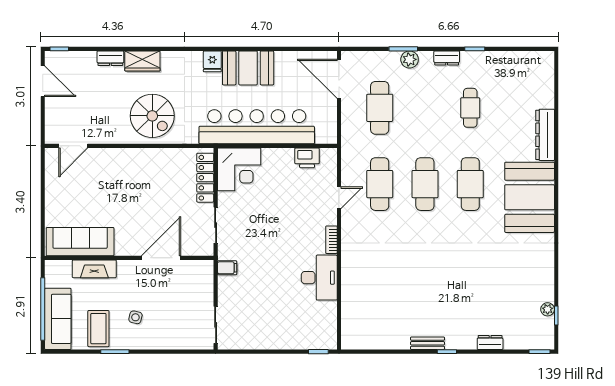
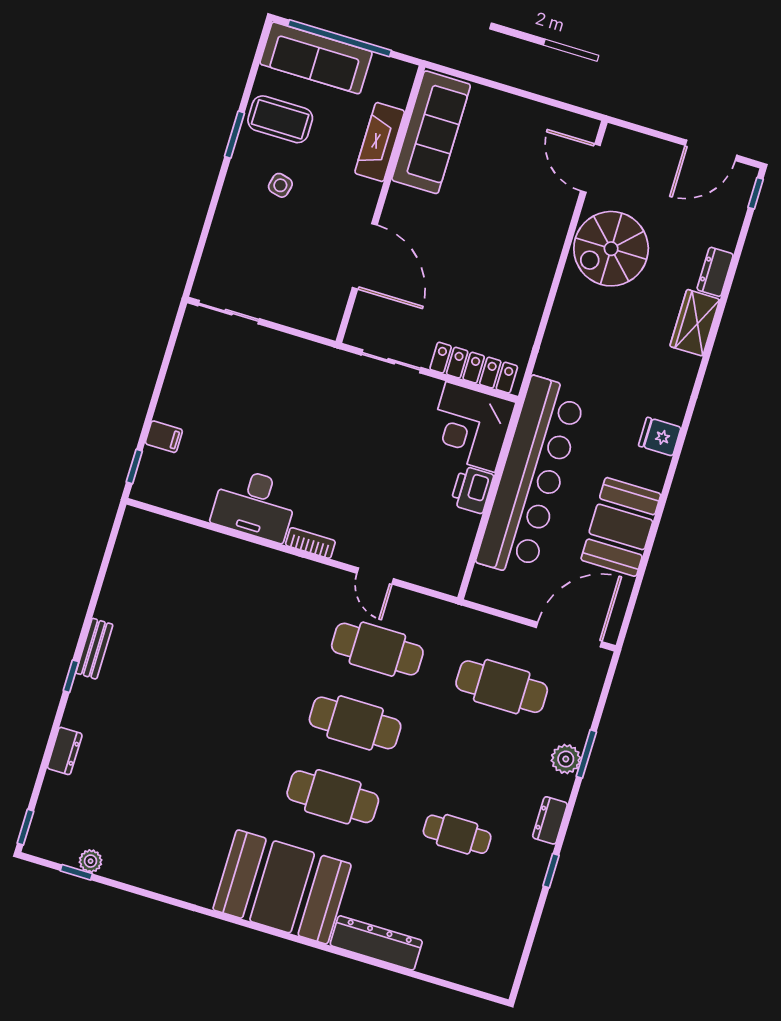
booth: (248, 68) -> (621, 527), moved
spiral stairs: (152, 116) -> (611, 249), moved
printer: (307, 158) -> (472, 490), moved
filing cabinet: (227, 268) -> (164, 437), moved, turned -90

